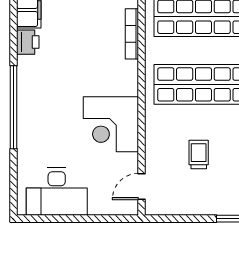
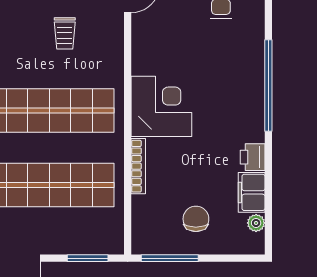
corner desk: (111, 124) -> (161, 106), moved

